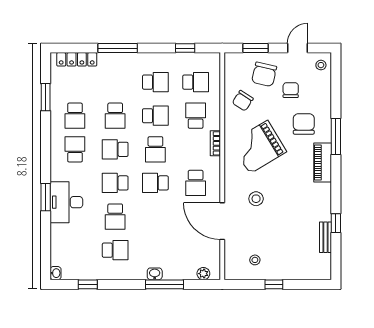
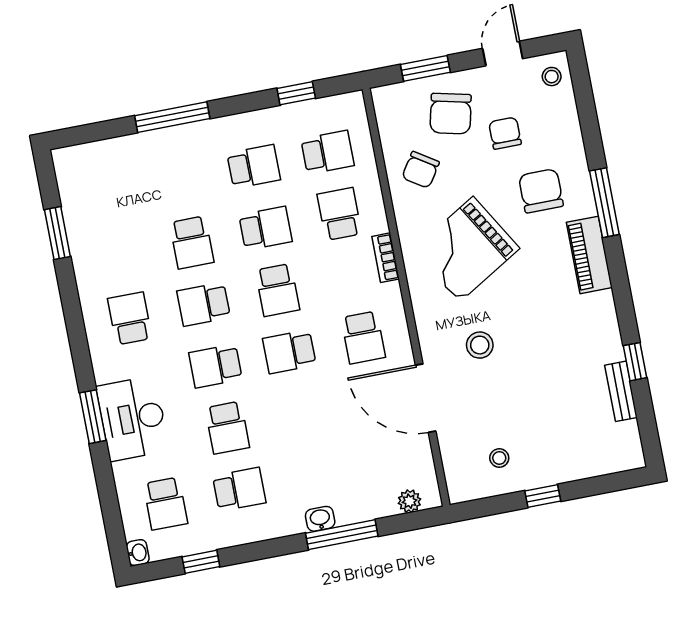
locker: (77, 59) -> (101, 152), removed
school desk: (75, 116) -> (165, 504), moved

